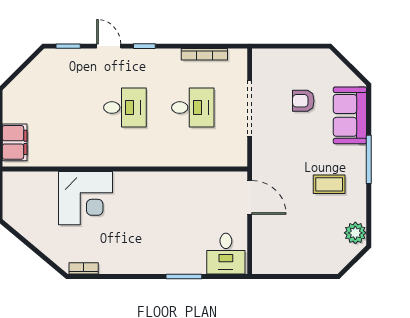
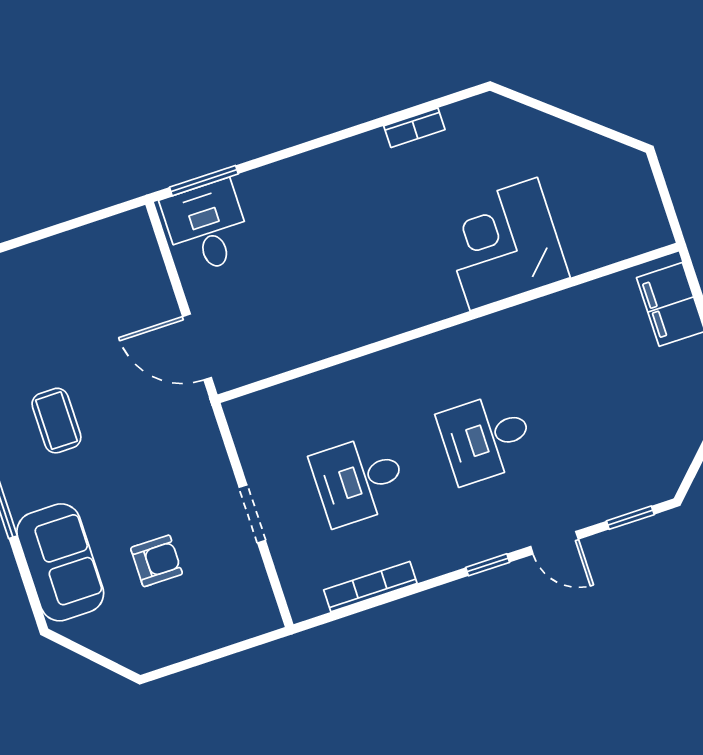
doorway: (250, 108) -> (252, 514), width x0.53
coffee table: (329, 184) -> (56, 421), turned 90
bookcase: (84, 268) -> (414, 128), moved
window: (184, 276) -> (204, 181), moved

